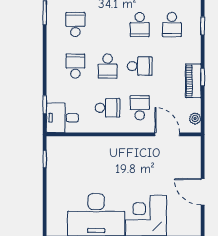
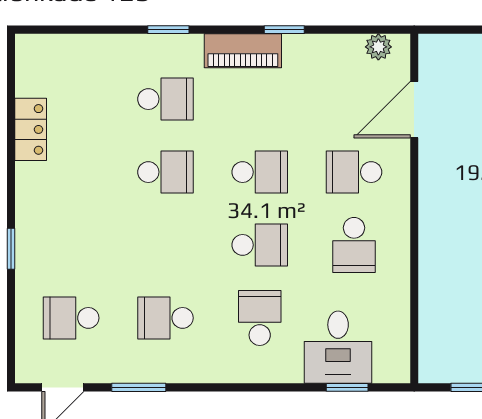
school desk: (75, 66) -> (260, 318), turned 90
school desk: (140, 66) -> (260, 172), turned 90
piano: (193, 81) -> (243, 51), moved
school desk: (108, 108) -> (354, 245), turned 180
desk: (62, 118) -> (338, 347), moved

